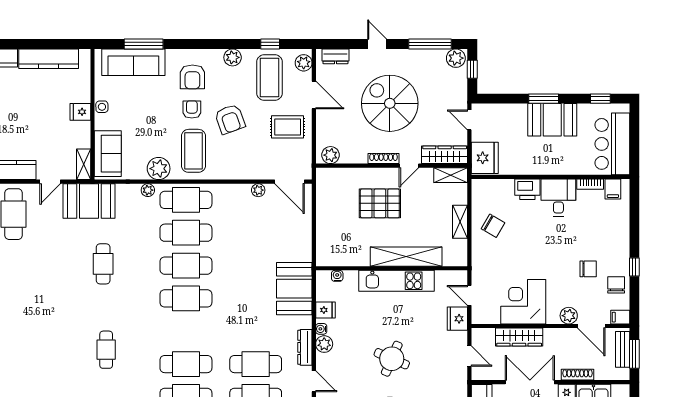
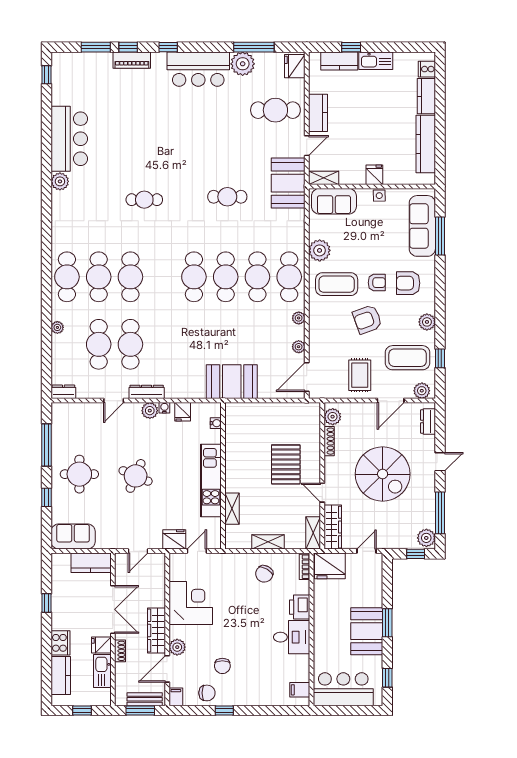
spiral stairs: (390, 103) -> (383, 474), turned 90
shoe rack: (383, 159) -> (329, 441), moved
door: (50, 182) -> (307, 146), swing flipped
bookcase: (590, 184) -> (304, 567), moved
plant: (148, 190) -> (299, 318), moved
shelving: (406, 257) -> (232, 509), width x0.45, depth x0.75
booth: (294, 289) -> (232, 382), moved
wardrobe: (519, 337) -> (157, 631), moved
shoe rack: (578, 375) -> (120, 651), width x0.70

